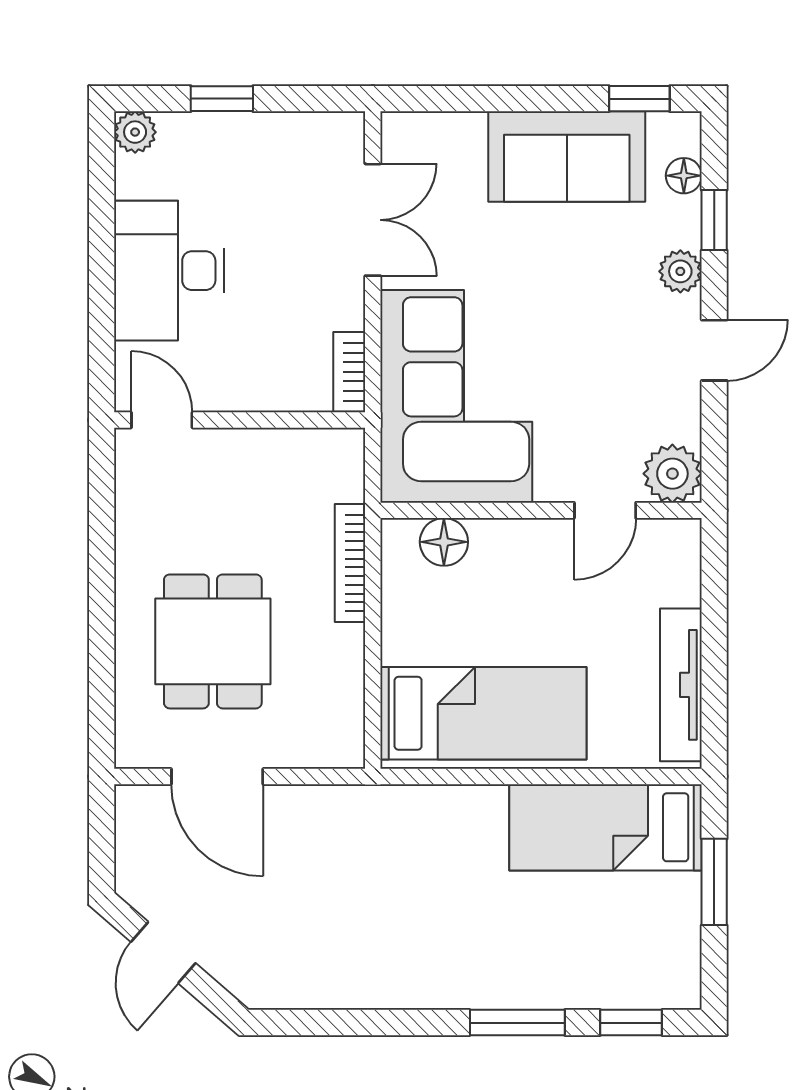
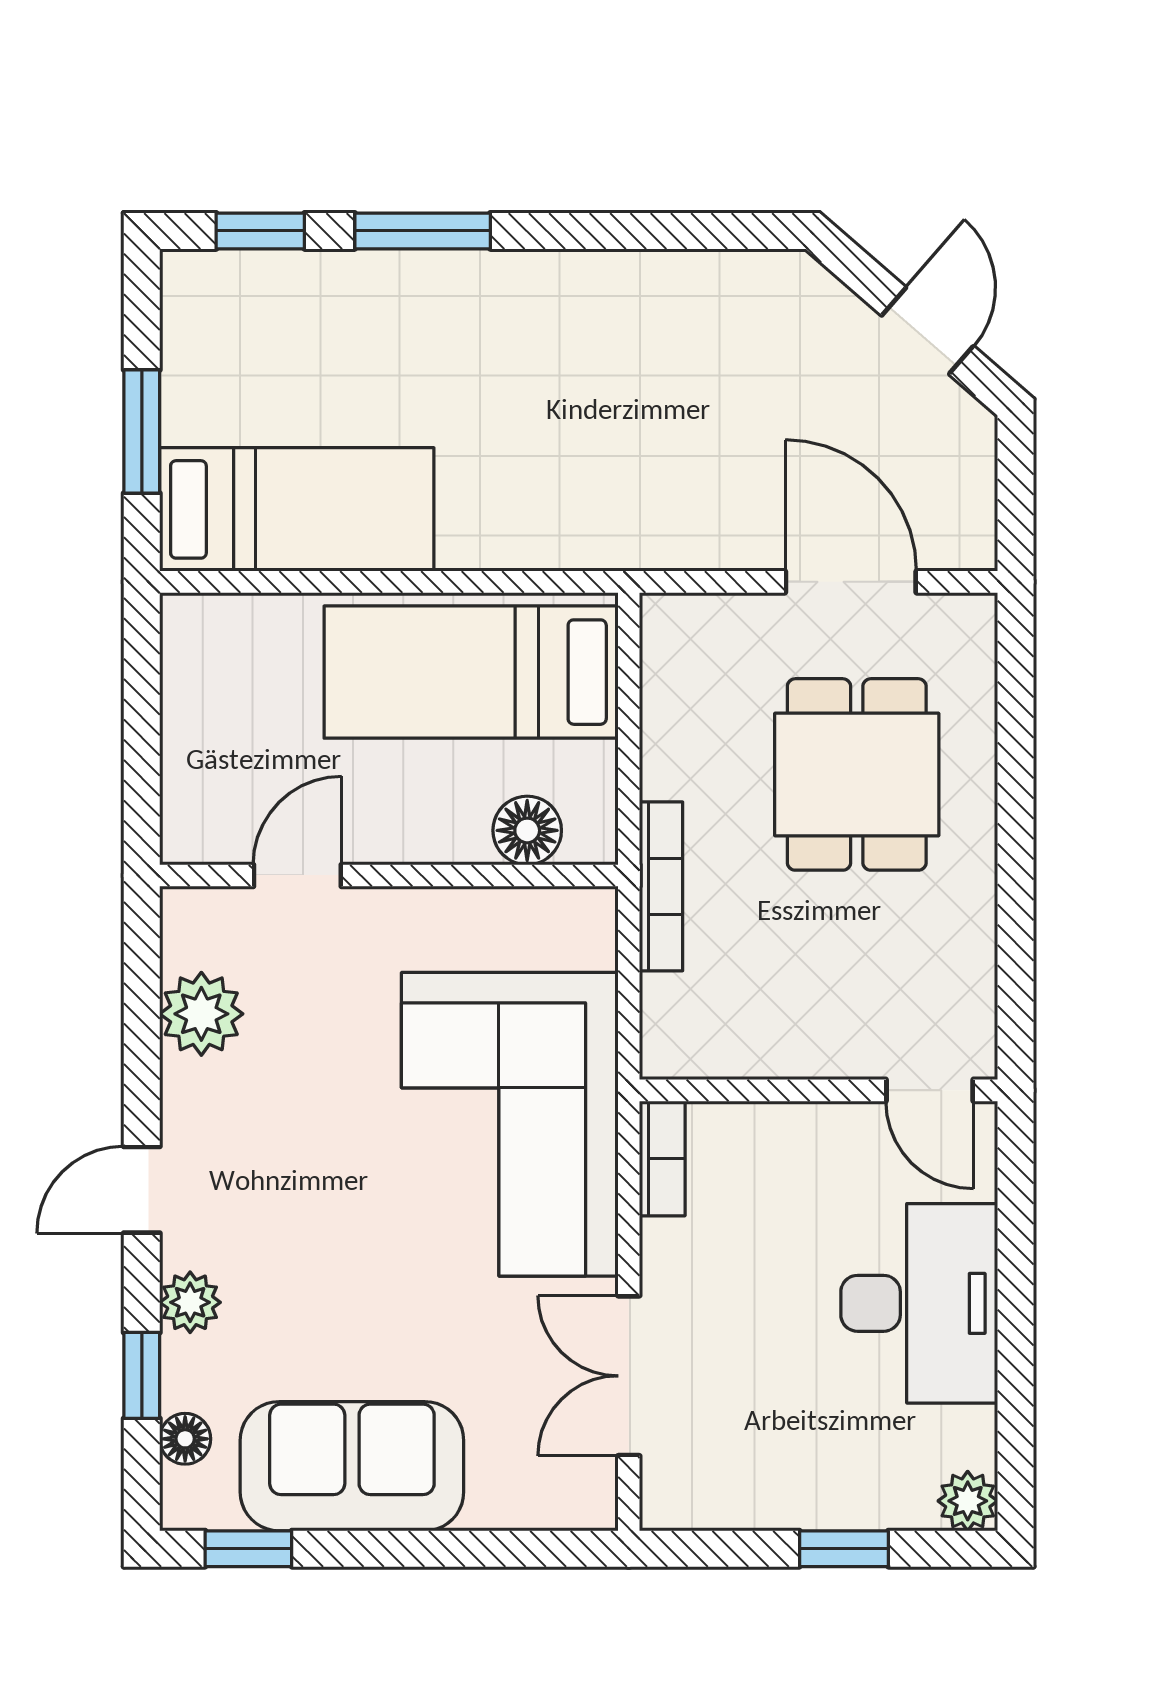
wall: (541, 510) -> (389, 875), moved
door: (605, 510) -> (297, 875), moved
floor lamp: (444, 542) -> (527, 830), moved
tv unit: (681, 685) -> (189, 713), removed

